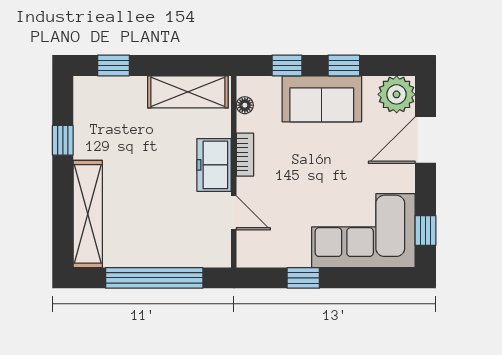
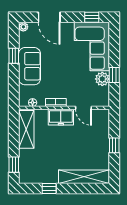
window: (287, 65) -> (14, 83), removed
plant: (397, 94) -> (23, 27), width x0.53, depth x0.53
door: (234, 213) -> (83, 108), swing flipped
plant: (295, 253) -> (102, 79), added
window: (154, 278) -> (114, 145), width x0.32

